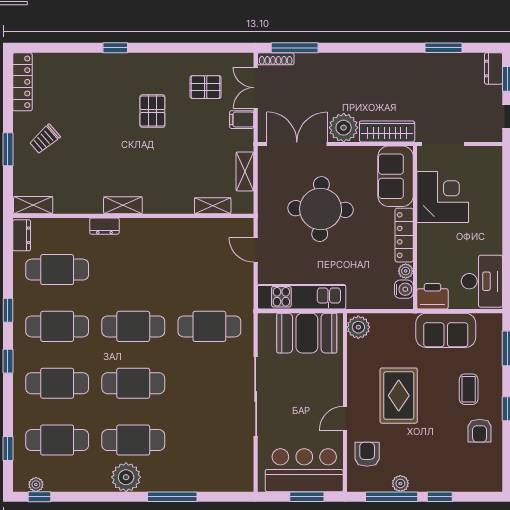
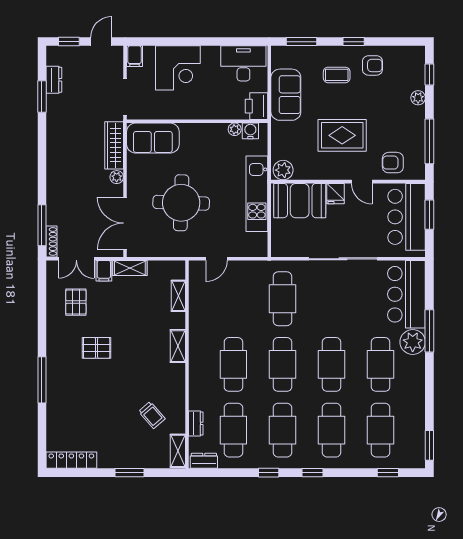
window: (115, 48) -> (42, 380), width x2.17
dresser: (494, 68) -> (54, 80), moved, turned -90
plant: (344, 128) -> (117, 177), width x0.53, depth x0.53
trolley: (45, 139) -> (152, 415), moved
filing cabinet: (490, 155) -> (134, 56), added
shelving: (245, 171) -> (130, 268), moved
corner desk: (443, 197) -> (178, 68), moved, turned 180
shelving: (123, 205) -> (178, 346), moved
dresser: (104, 226) -> (196, 423), moved
locker: (404, 235) -> (204, 131), removed
cafe table: (133, 270) -> (233, 364), added
kitchen unit: (302, 297) -> (257, 194), moved
booth: (307, 333) -> (300, 201), moved, turned 90
fridge: (331, 388) -> (336, 194), added
bar counter: (215, 470) -> (406, 294), added
plant: (126, 477) -> (413, 342), moved
plant: (400, 483) -> (418, 98), moved
plant: (36, 484) -> (419, 448), removed
window: (39, 497) -> (429, 445), width x1.50
window: (440, 497) -> (429, 75), moved

